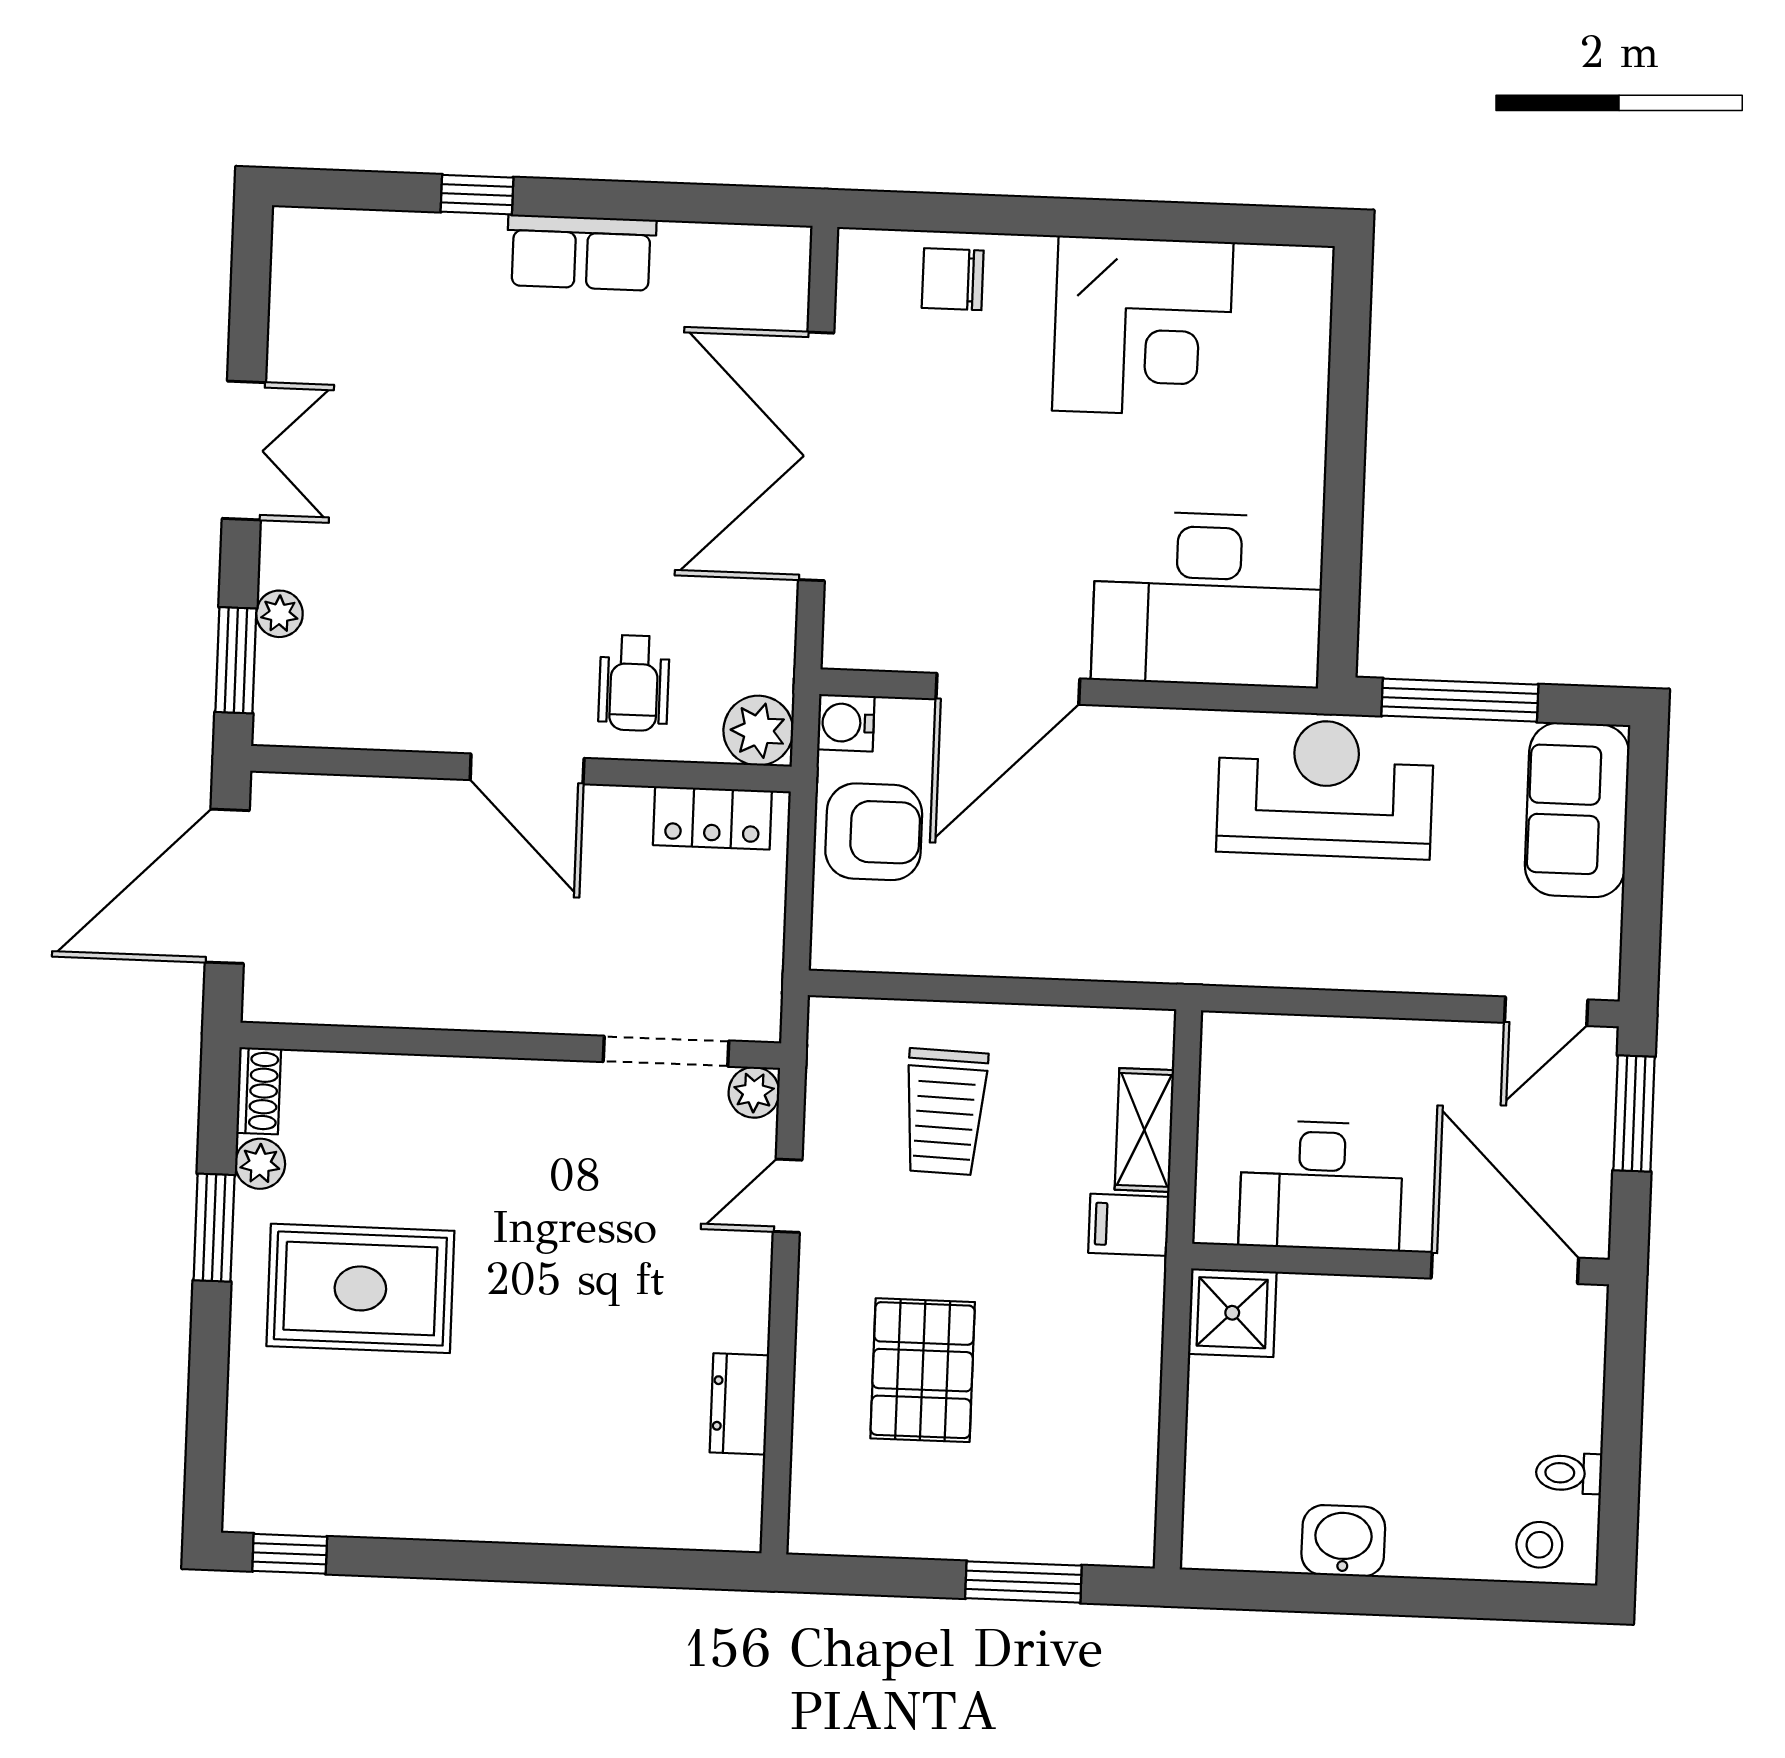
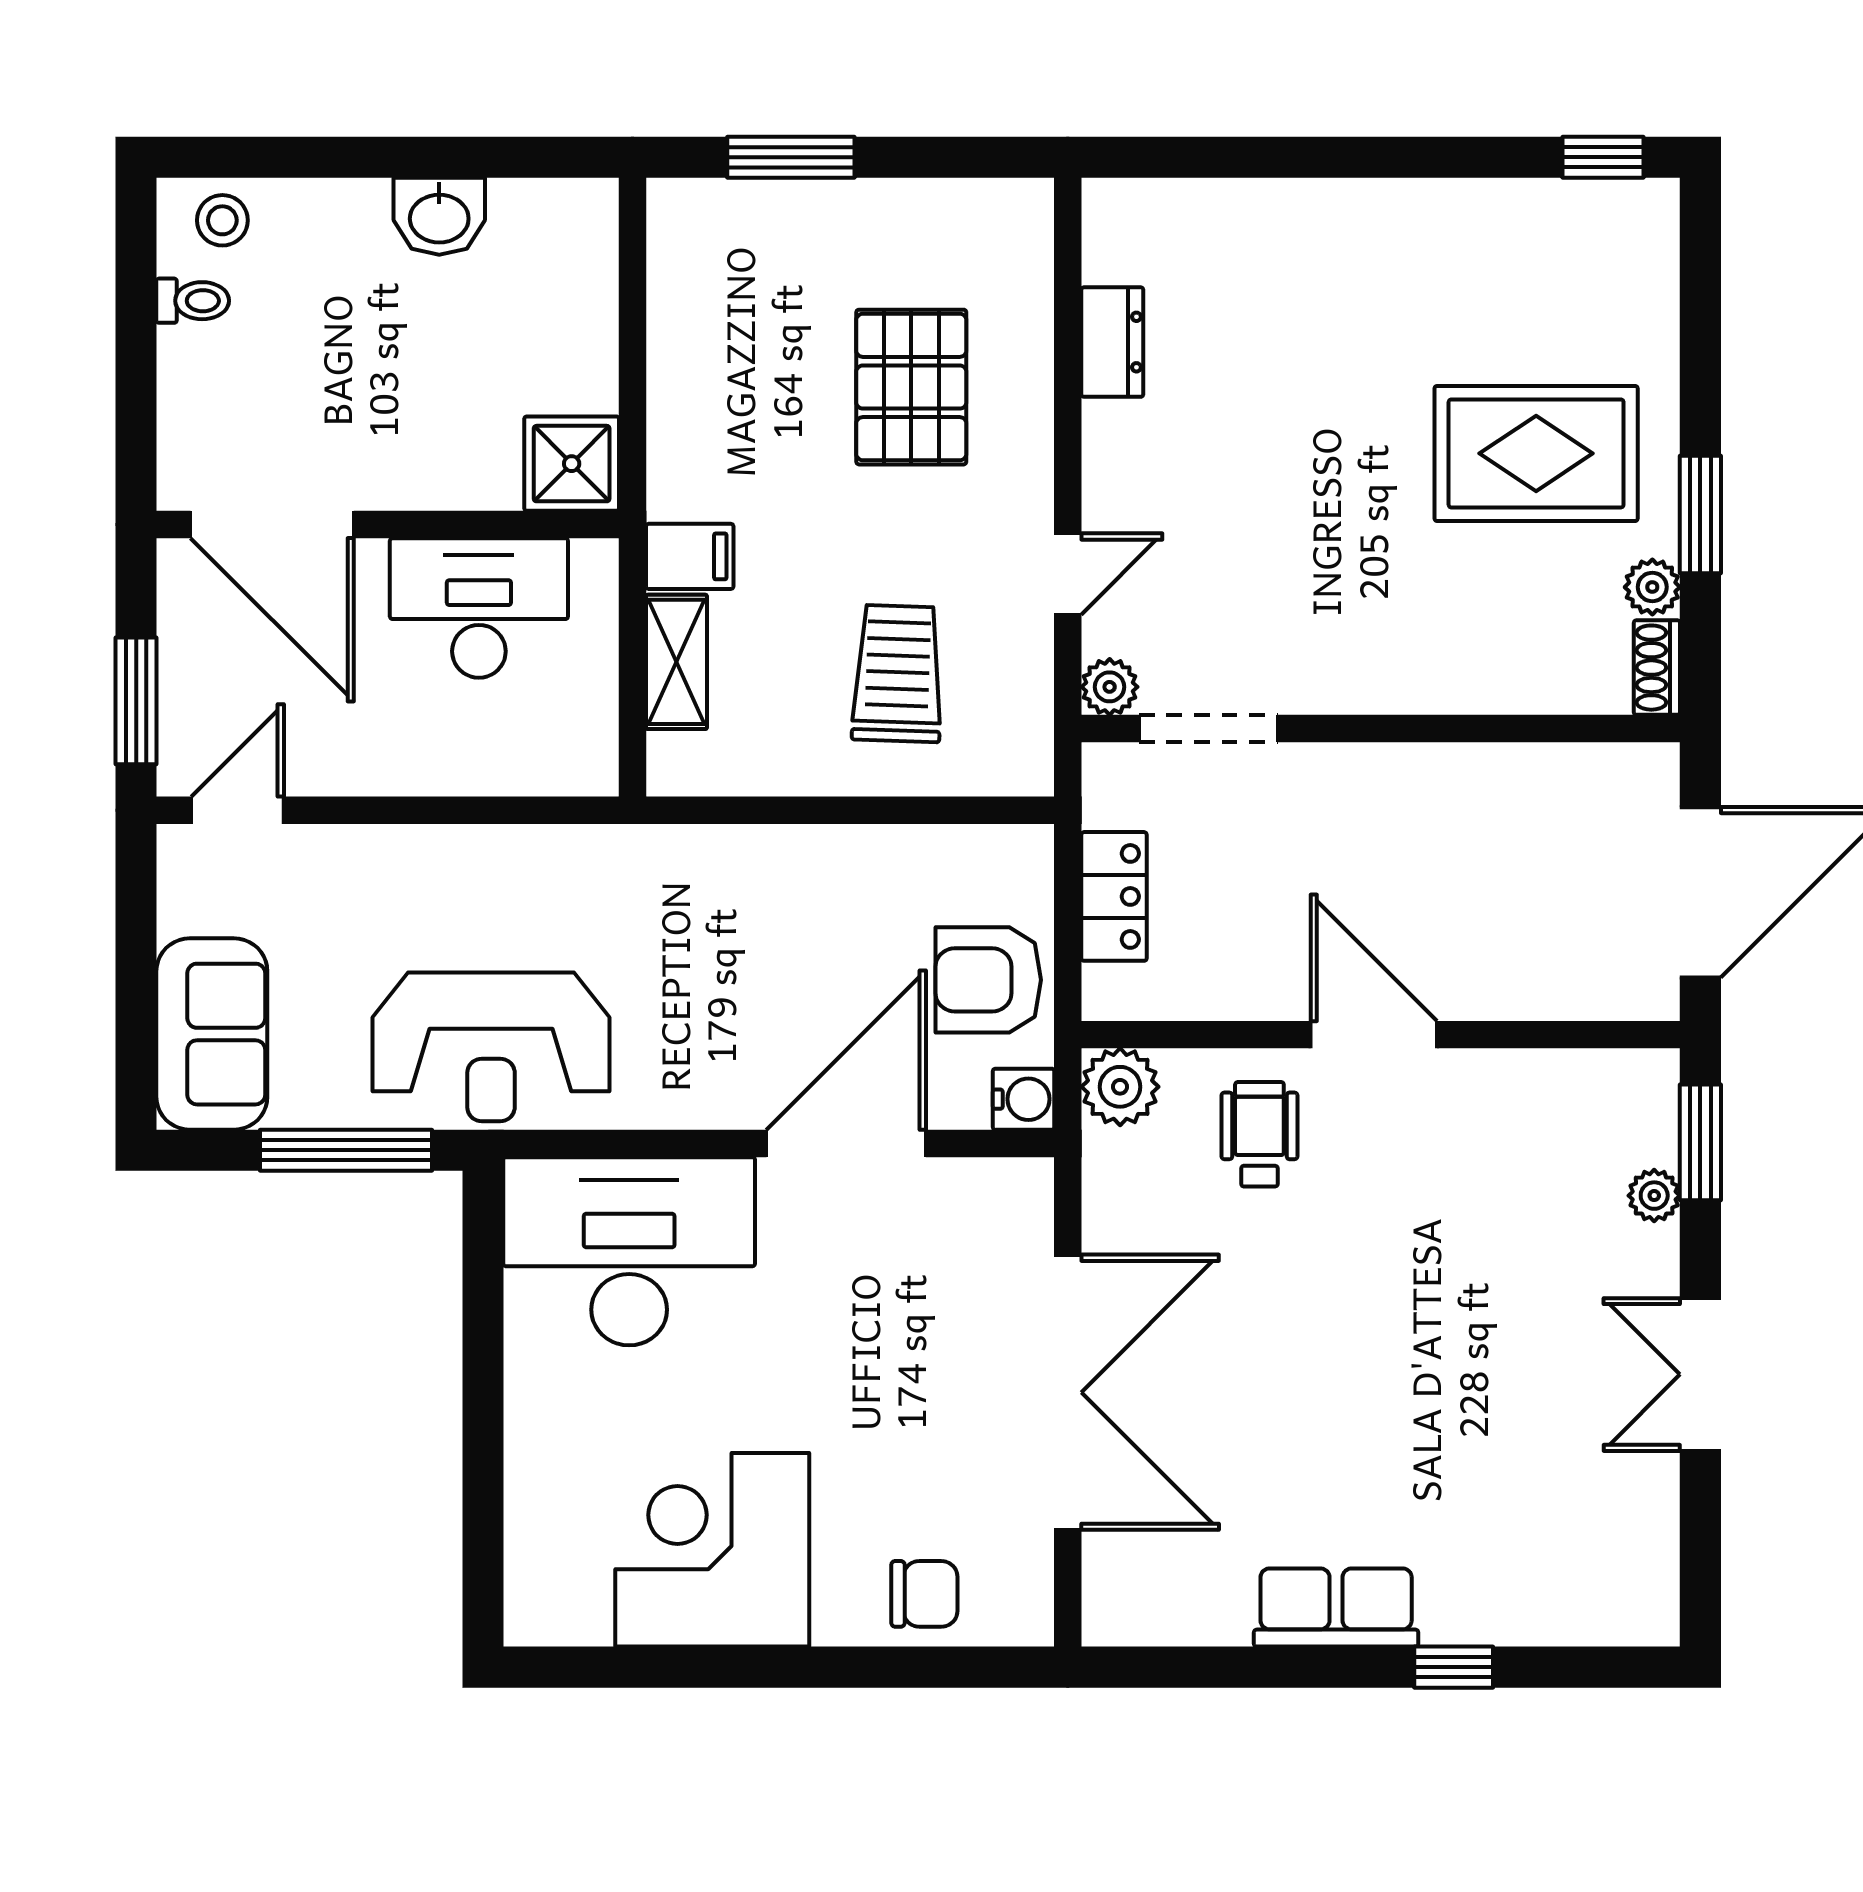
locker: (712, 818) -> (1114, 896), moved, turned 90

